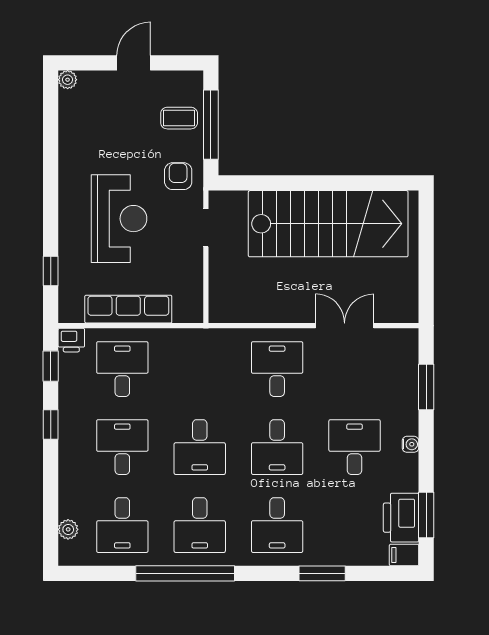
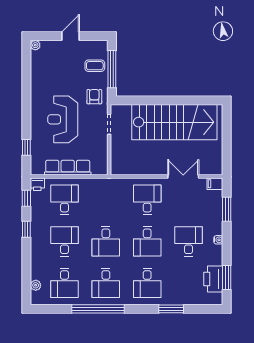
reception desk: (119, 219) -> (63, 119), turned 180
filing cabinet: (404, 555) -> (215, 184), moved

